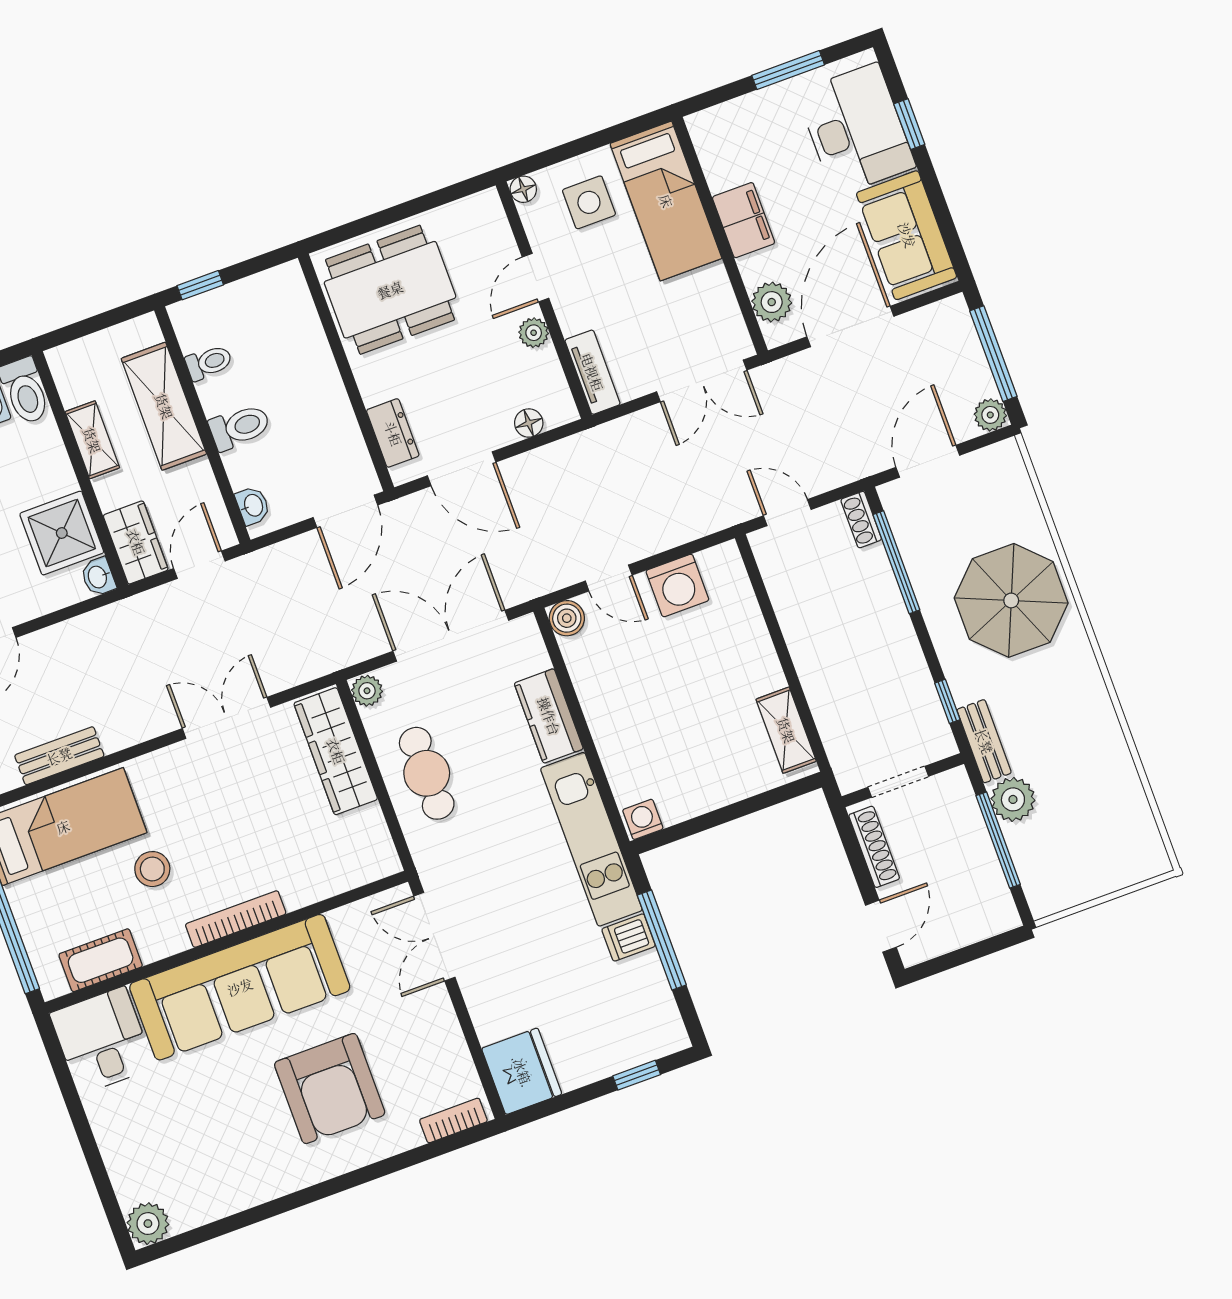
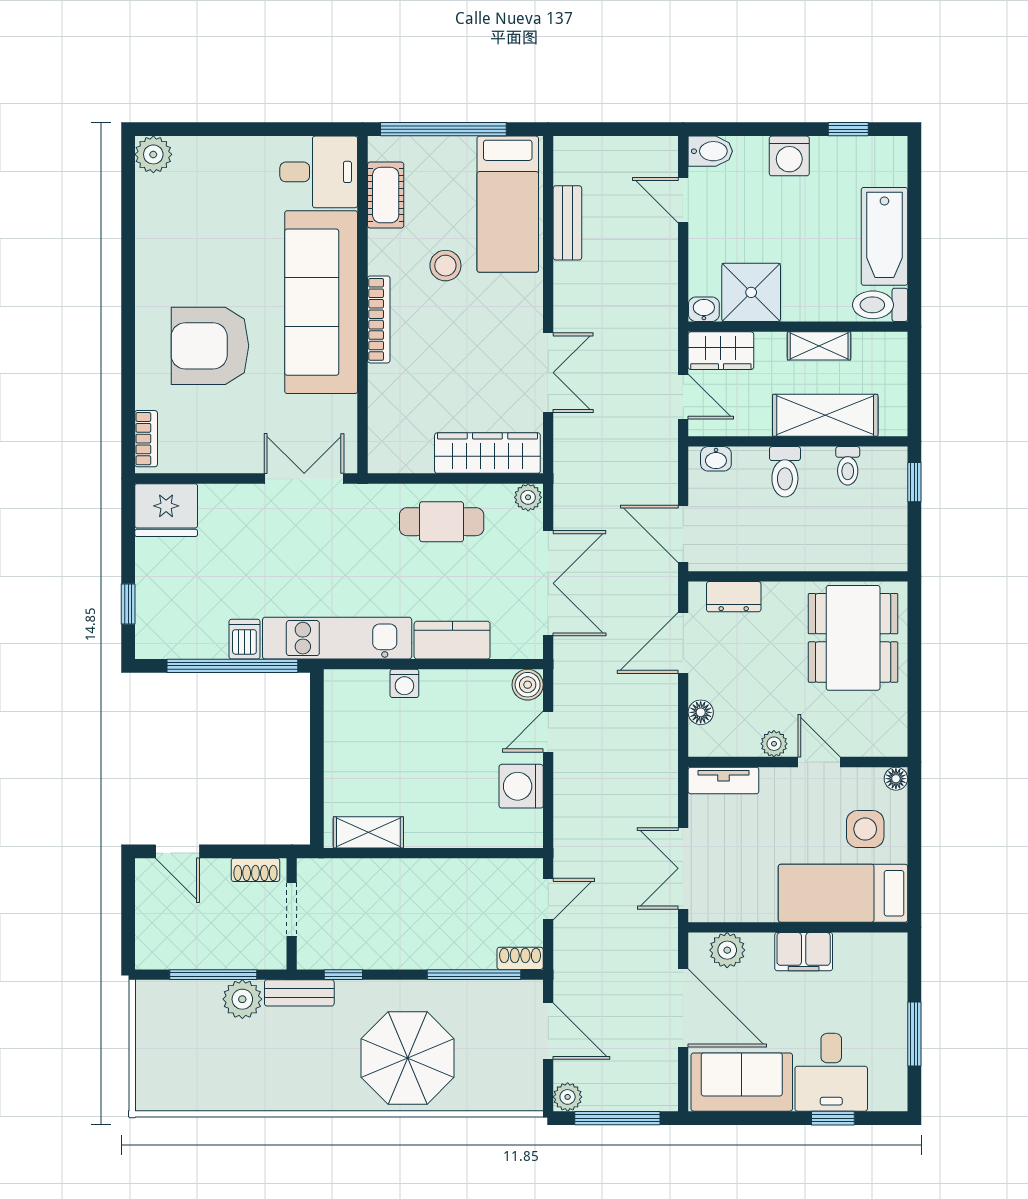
desk: (856, 129) -> (831, 1072), width x0.73
washing machine: (643, 819) -> (404, 683), moved, turned 90
shoe rack: (874, 847) -> (255, 870), width x0.70
window: (662, 940) -> (232, 666), width x1.46

